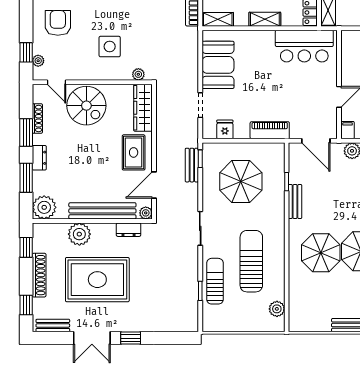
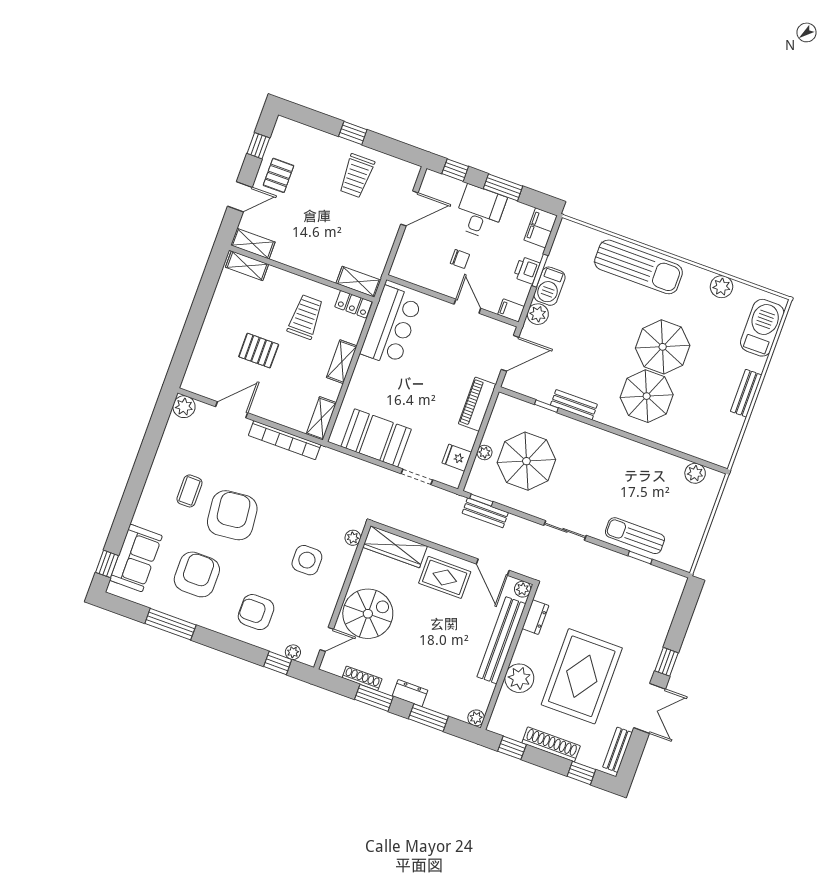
plant: (236, 148) -> (484, 452), added
plant: (44, 207) -> (476, 718), width x0.53, depth x0.53
sun lounger: (251, 261) -> (627, 483), removed

